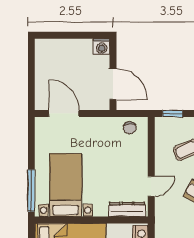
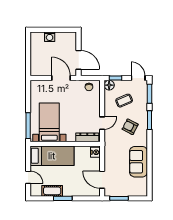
washing machine: (102, 47) -> (50, 37), moved
door: (64, 113) -> (61, 78), moved
floor lamp: (163, 125) -> (109, 85), added

